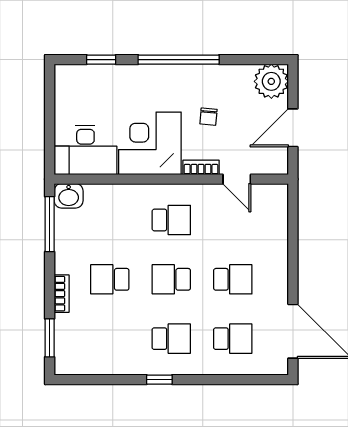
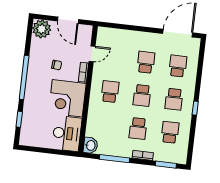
window: (50, 224) -> (115, 159), moved
school desk: (110, 339) -> (170, 132), added
school desk: (171, 339) -> (174, 99), turned 180

